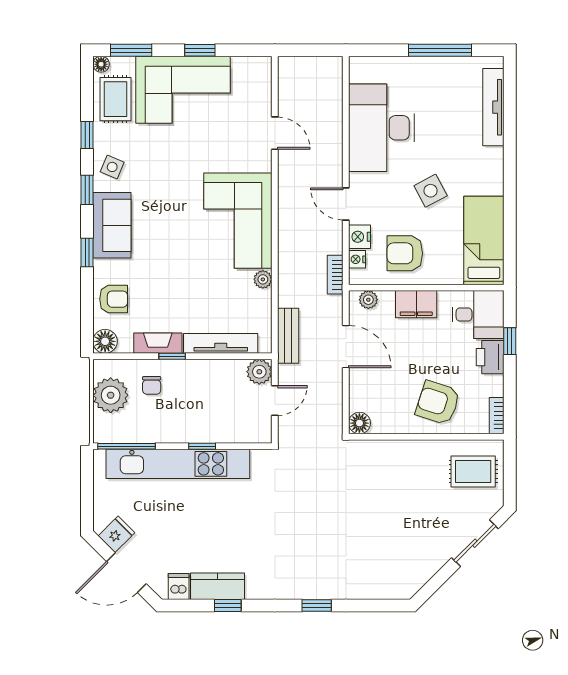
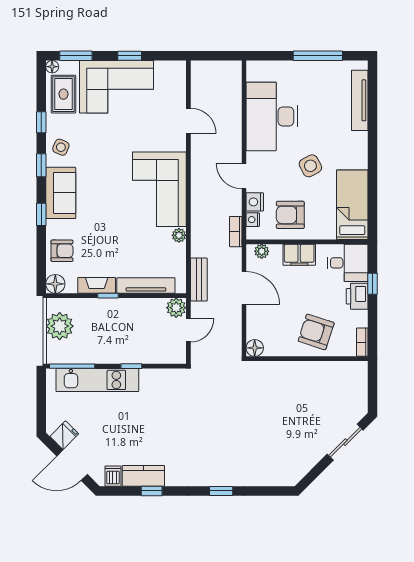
chair: (152, 385) -> (92, 318), removed
kitchen unit: (178, 464) -> (97, 380), width x0.73
rug: (473, 471) -> (344, 386), removed

